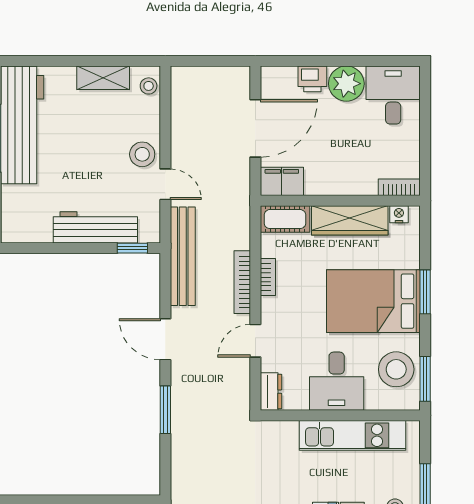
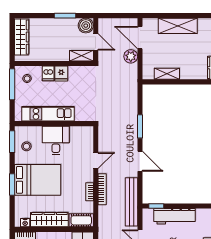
stool: (396, 369) -> (26, 146), width x0.53, depth x0.53
dresser: (271, 392) -> (88, 135), removed

